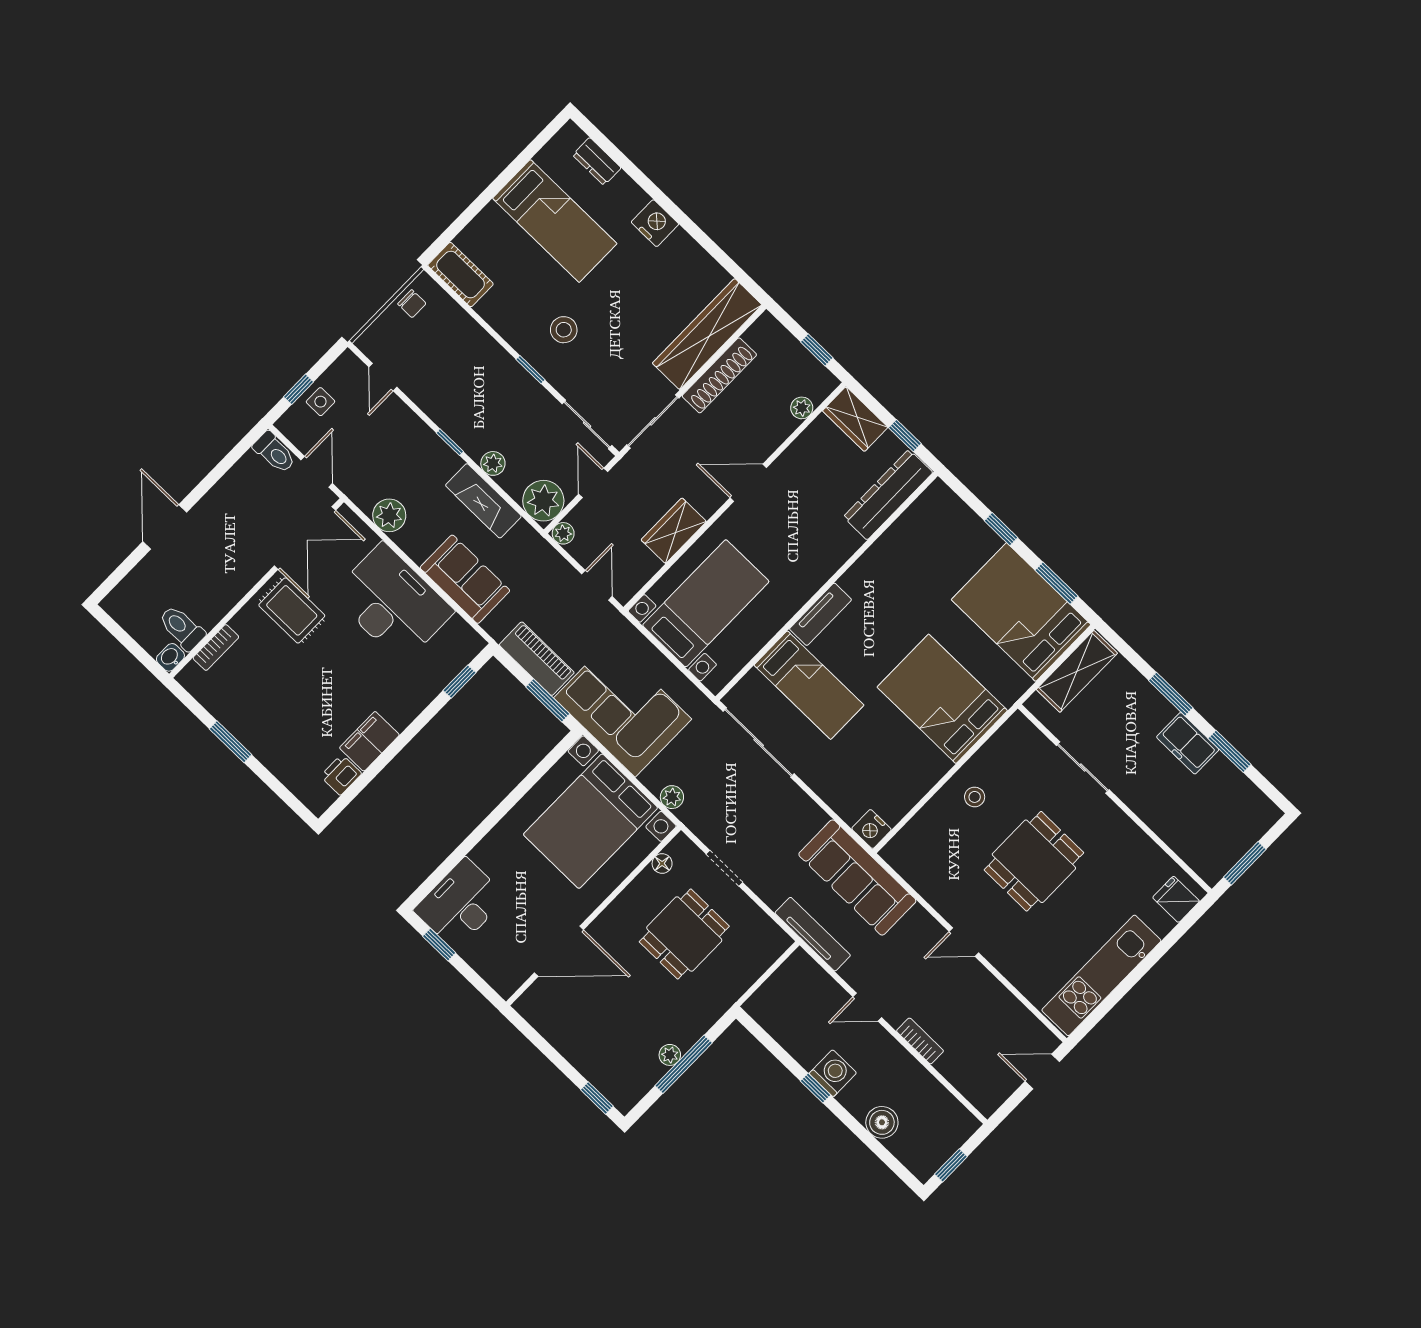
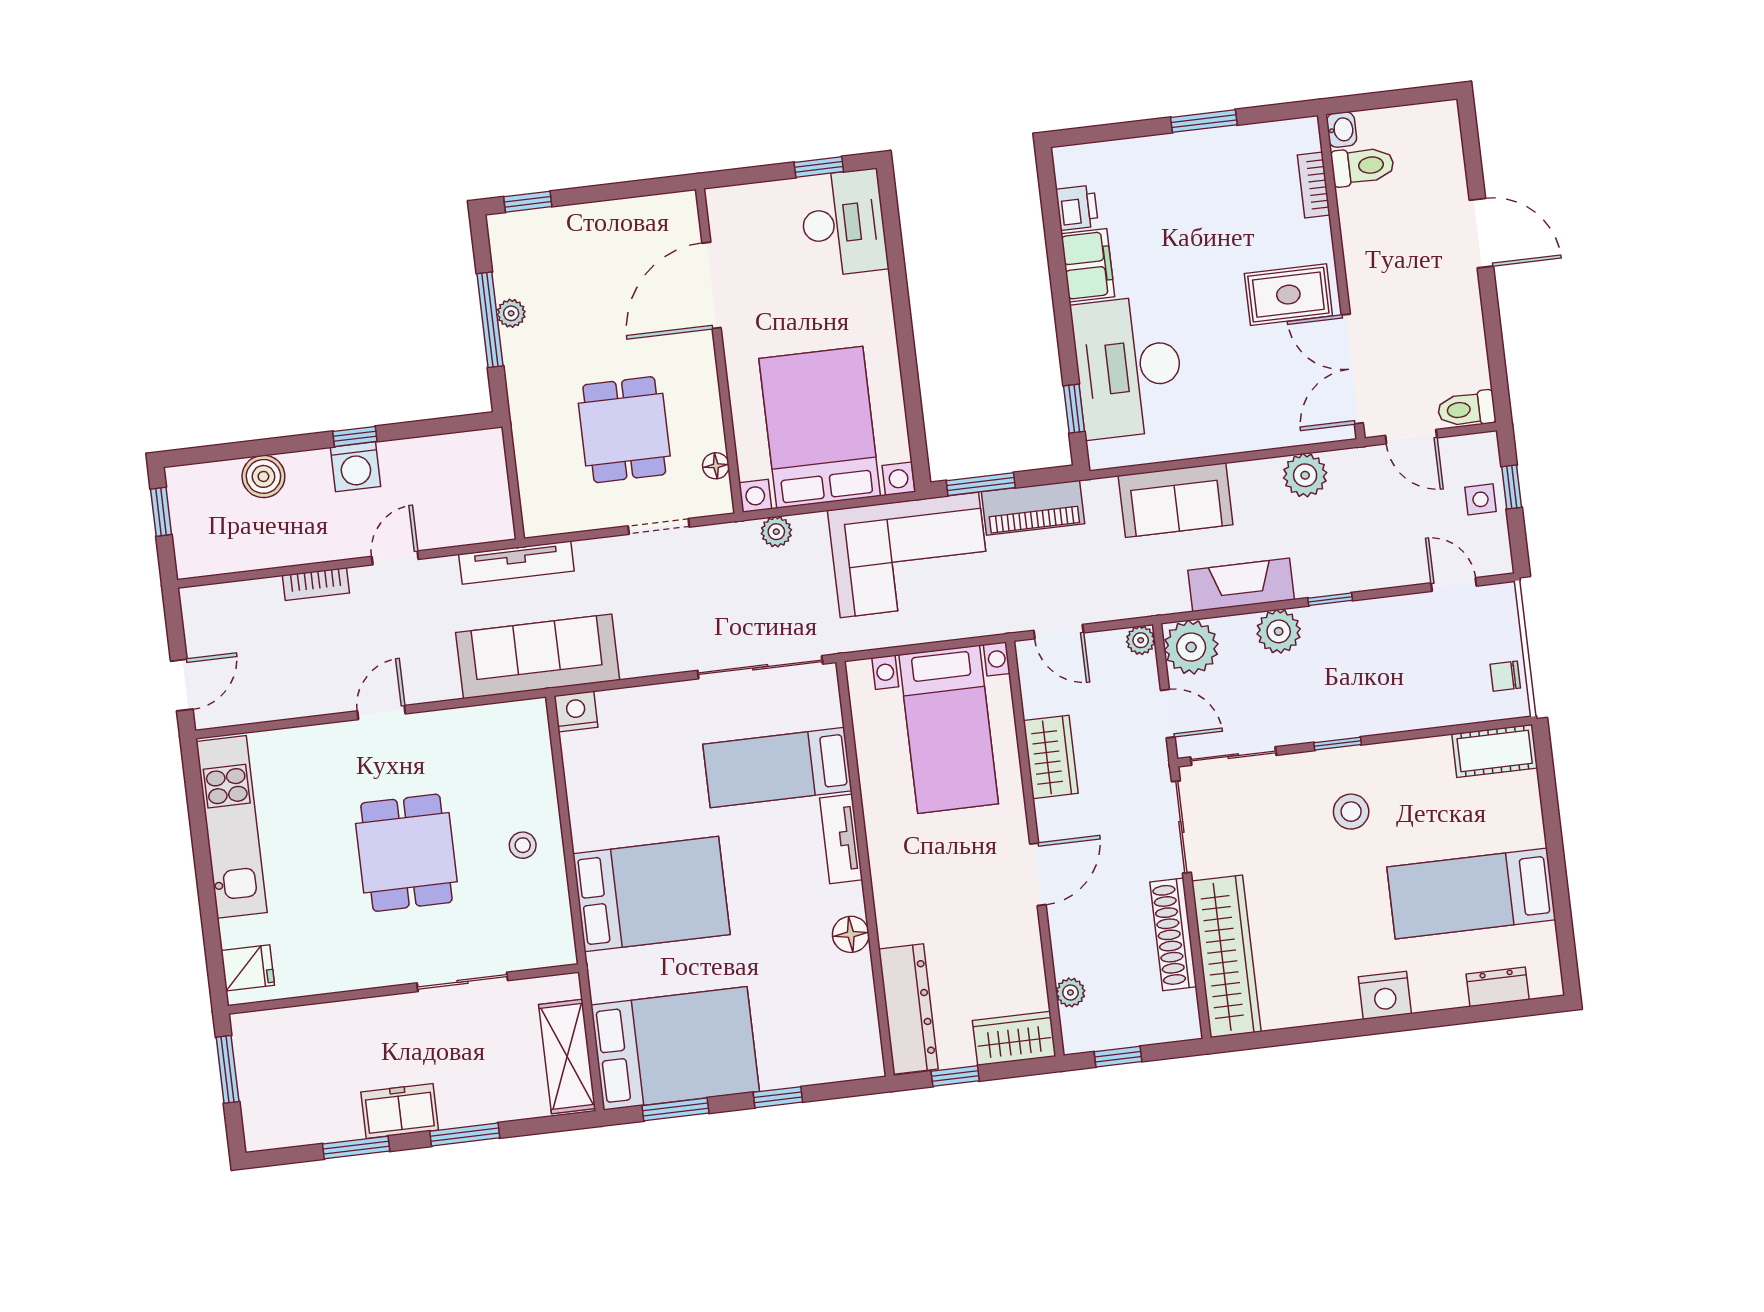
plant: (493, 463) -> (1279, 631), width x1.38, depth x1.38
floor lamp: (872, 563) -> (851, 934), added
desk: (393, 603) -> (1128, 367), moved, turned 90

